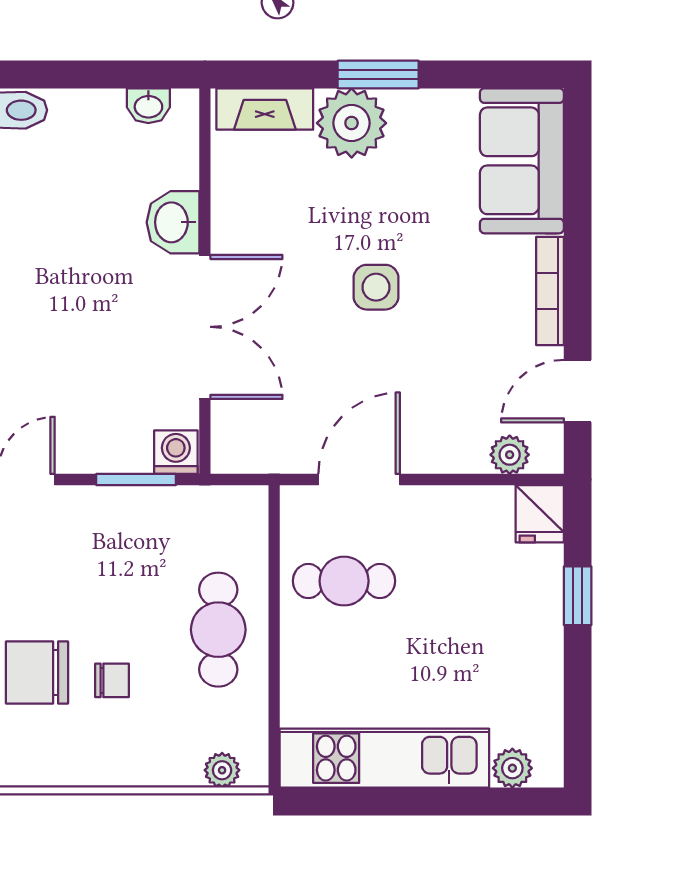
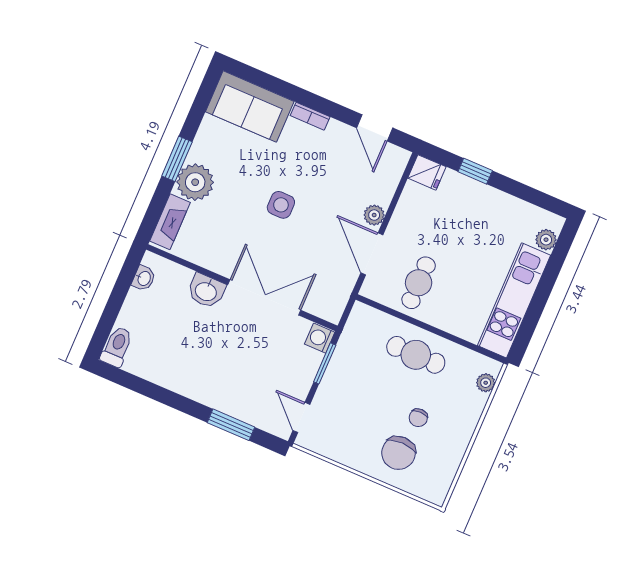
bookcase: (550, 291) -> (310, 116), width x0.64
plant: (510, 455) -> (374, 215), moved
chair: (112, 680) -> (418, 418), turned 180

